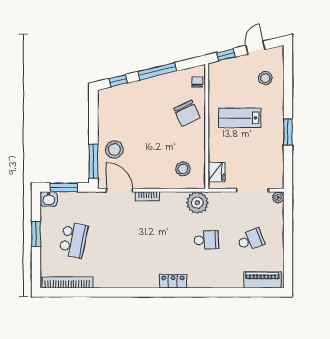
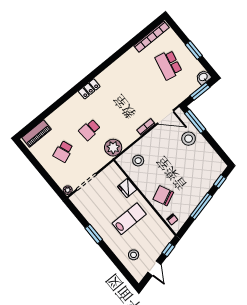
fridge: (217, 172) -> (127, 188), moved

